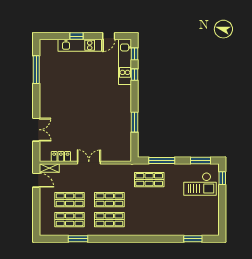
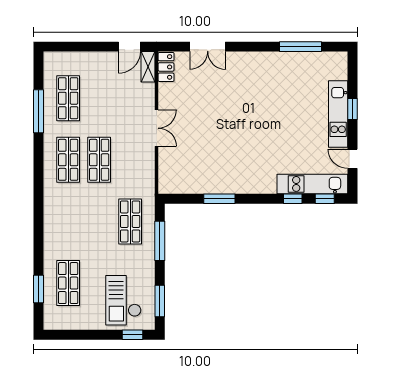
locker: (61, 156) -> (166, 67), moved
shop shelf: (70, 200) -> (68, 283), moved
window: (78, 239) -> (38, 111), width x1.44

